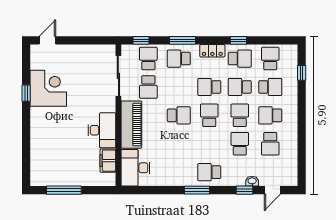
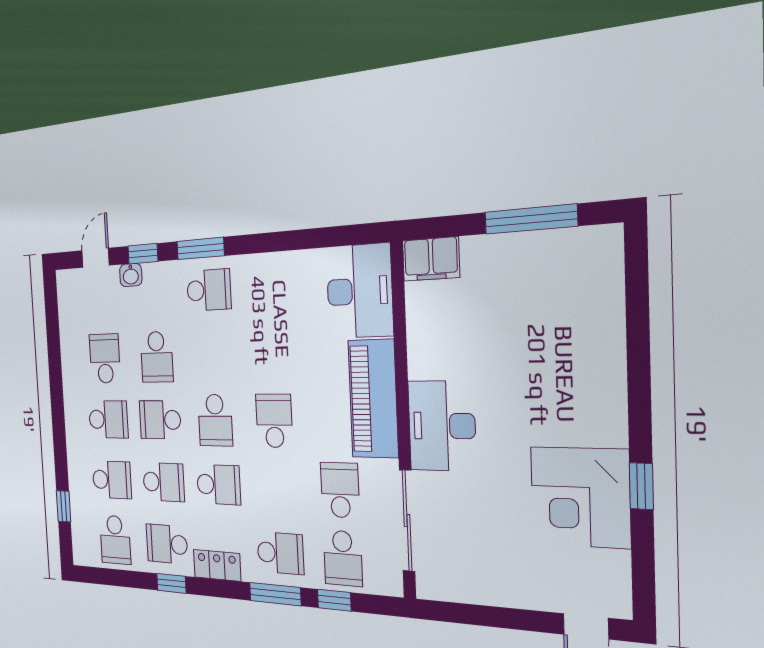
window: (141, 40) -> (334, 600), moved
school desk: (270, 87) -> (112, 480), turned 180
school desk: (179, 115) -> (274, 421), turned 90
school desk: (240, 115) -> (160, 420), turned 90
desk: (102, 130) -> (442, 426), moved
filing cabinet: (108, 161) -> (431, 259), moved, turned 90
window: (197, 190) -> (200, 249), moved

